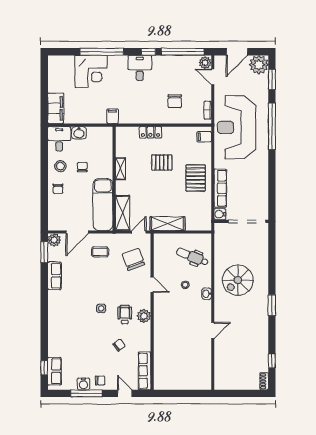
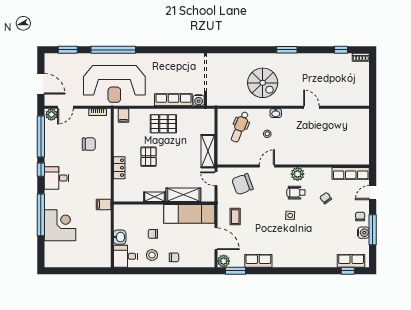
plant: (259, 65) -> (53, 62), removed
filing cabinet: (56, 108) -> (96, 260), removed
shelving: (123, 213) -> (183, 195), moved

